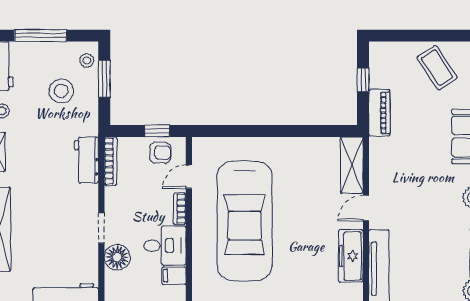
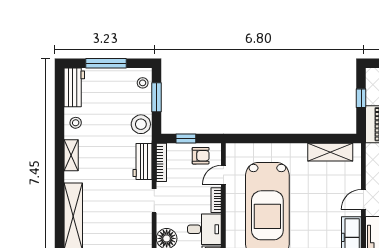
stool: (61, 91) -> (141, 124), moved
window: (157, 131) -> (186, 139), moved
shelving: (352, 165) -> (330, 152), moved, turned 90
doorway: (101, 228) -> (154, 201), moved

